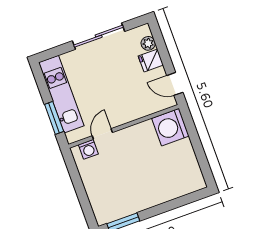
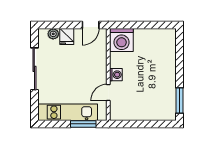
door: (102, 134) -> (108, 92), hinge flipped
washing machine: (88, 149) -> (116, 75), moved

